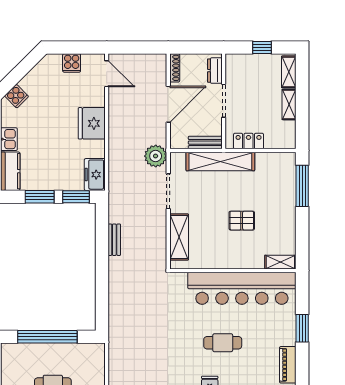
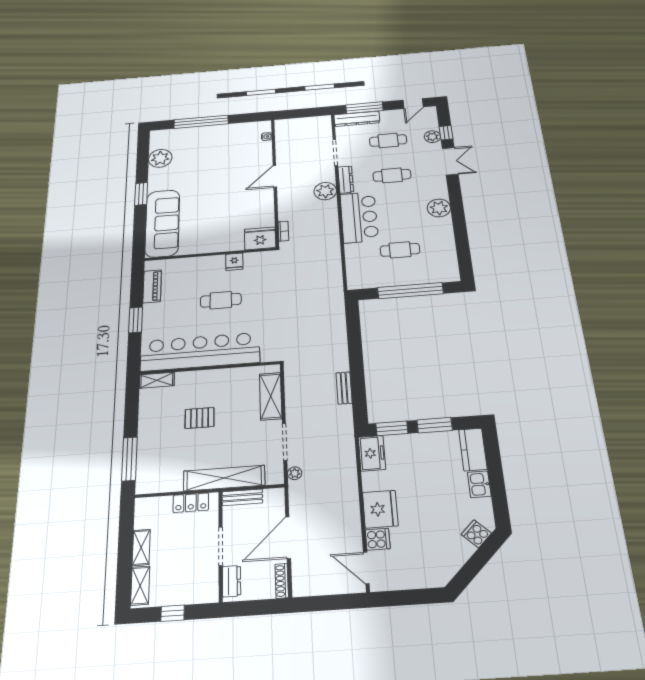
cooker: (72, 63) -> (378, 539), moved, turned 90
plant: (156, 156) -> (295, 473), width x0.53, depth x0.53

